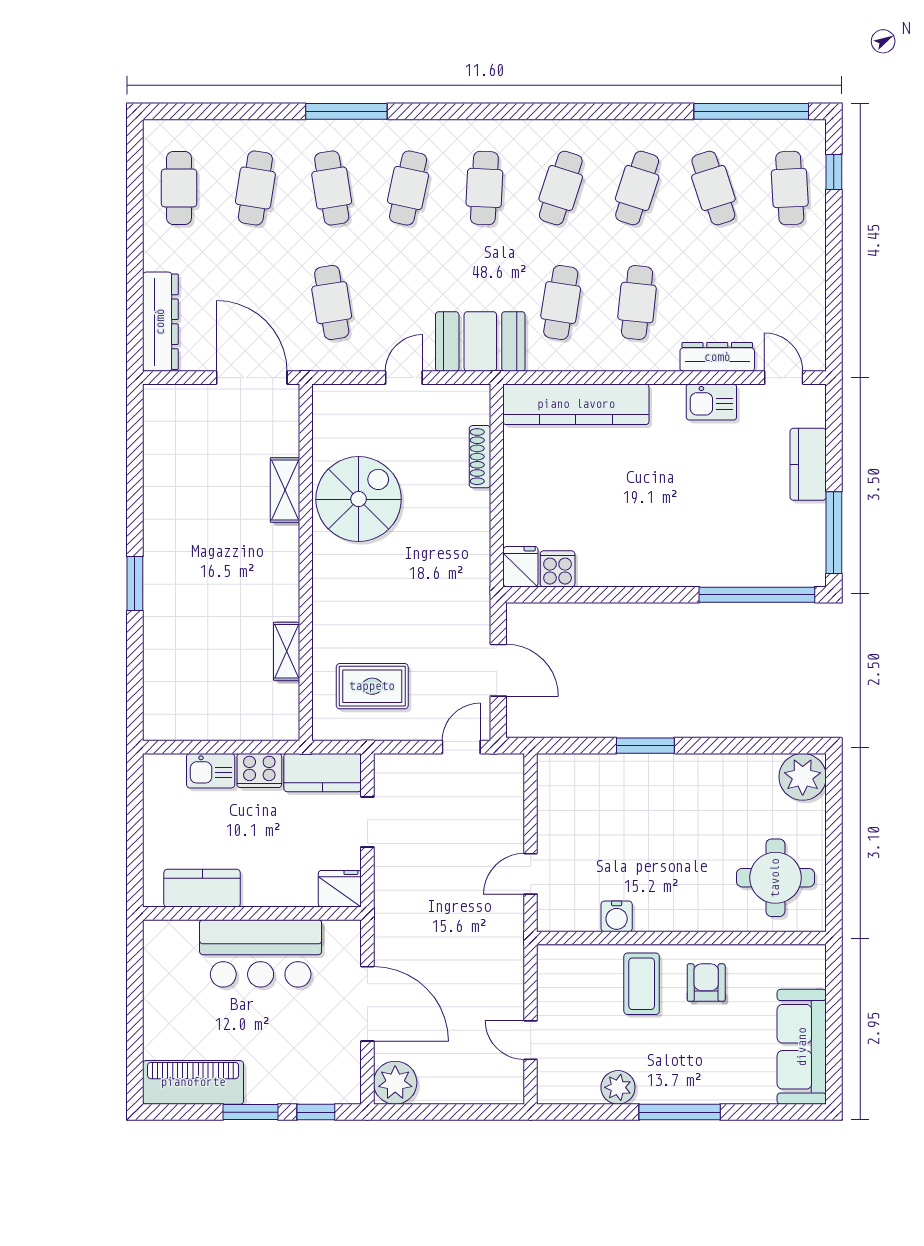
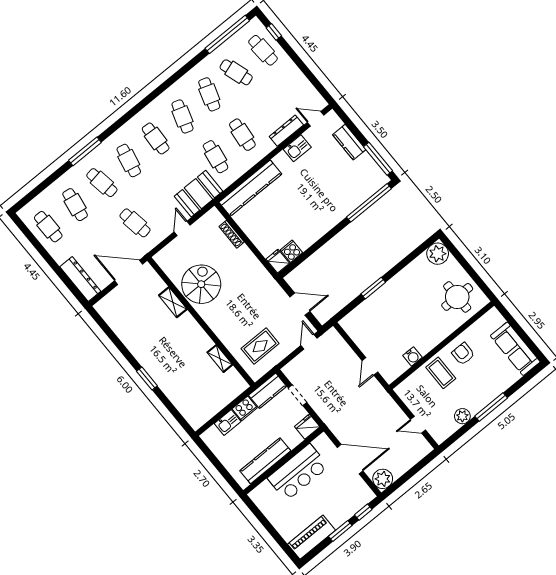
kitchen counter: (202, 888) -> (265, 461), width x1.50

